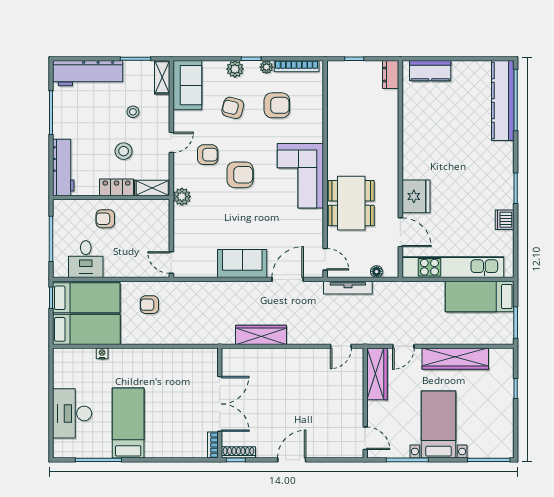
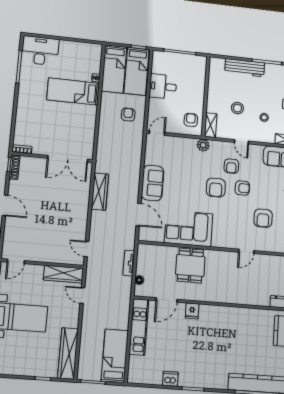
armchair: (233, 108) -> (242, 188), moved, turned 76
workbench: (63, 167) -> (245, 68), moved
corner sofa: (300, 176) -> (189, 228), moved
locker: (116, 187) -> (213, 101), removed
fridge: (416, 196) -> (192, 311), width x0.53, depth x0.75
dining table: (351, 203) -> (190, 266), width x0.73
armchair: (105, 219) -> (191, 120), moved
desk: (86, 259) -> (163, 86), moved
door: (325, 259) -> (246, 251), moved
kitchen unit: (453, 267) -> (139, 327), width x0.73
tv unit: (348, 288) -> (129, 263), width x0.71
wardrobe: (455, 359) -> (68, 353), moved
double door: (220, 404) -> (68, 159), moved
desk: (72, 413) -> (40, 51), moved
bed: (128, 423) -> (73, 92), moved, turned 180

